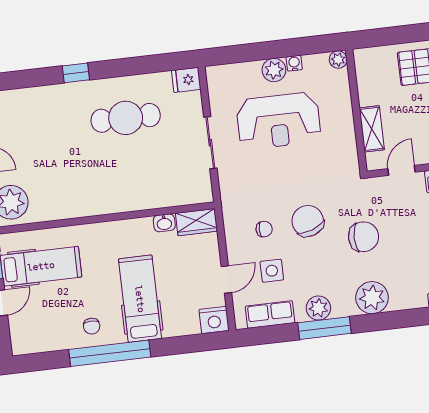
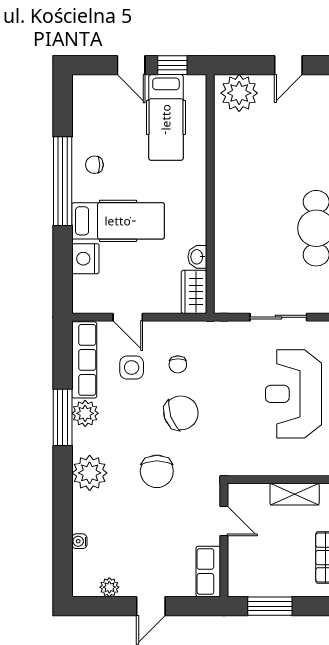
shelving: (372, 129) -> (295, 494), moved
row of seats: (270, 315) -> (84, 360), width x1.48
nightstand: (214, 320) -> (85, 259), moved

